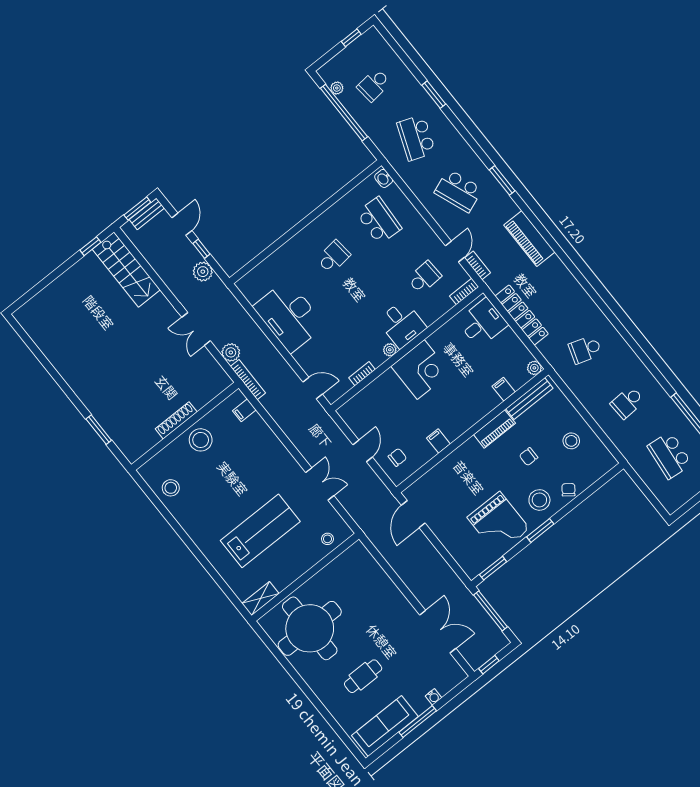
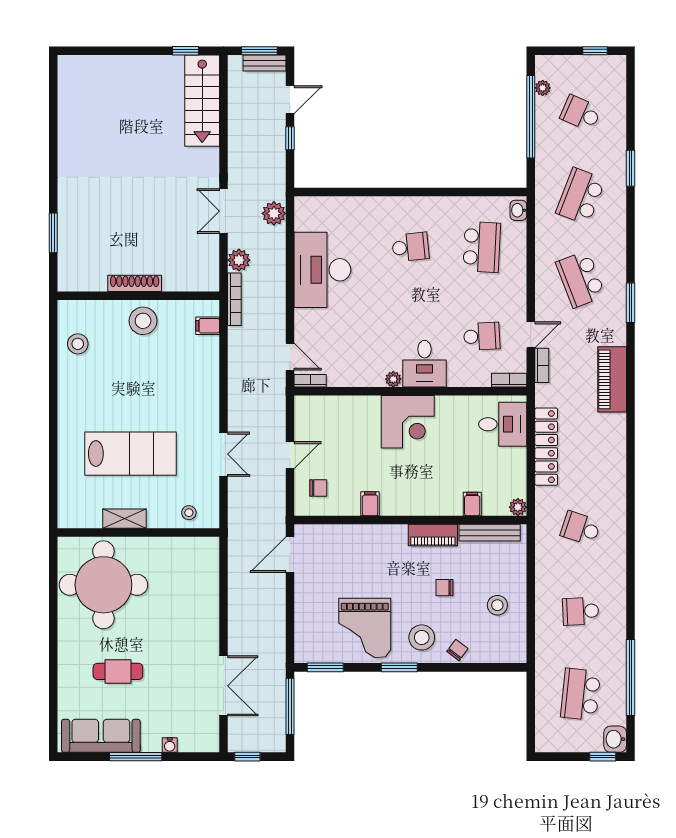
school desk: (374, 85) -> (581, 113), turned 30
plant: (203, 272) -> (274, 213), moved
bookcase: (362, 374) -> (310, 381), moved
shelving: (260, 599) -> (125, 519), moved

